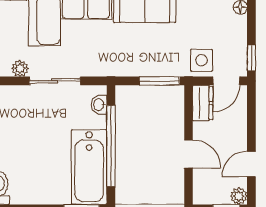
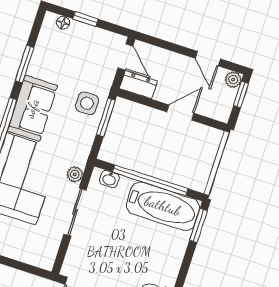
window: (251, 58) -> (86, 19), moved
side table: (201, 60) -> (87, 103), moved
plant: (20, 68) -> (75, 174), moved

